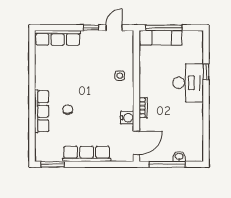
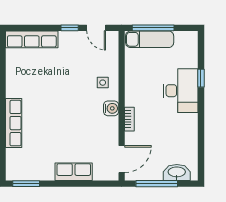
door: (114, 28) -> (96, 28), swing flipped
chair: (68, 110) -> (43, 121), removed
water cooler: (127, 118) -> (111, 108), moved
row of seats: (87, 154) -> (74, 172), width x0.68
washbasin: (179, 157) -> (177, 172), width x1.91, depth x1.45

